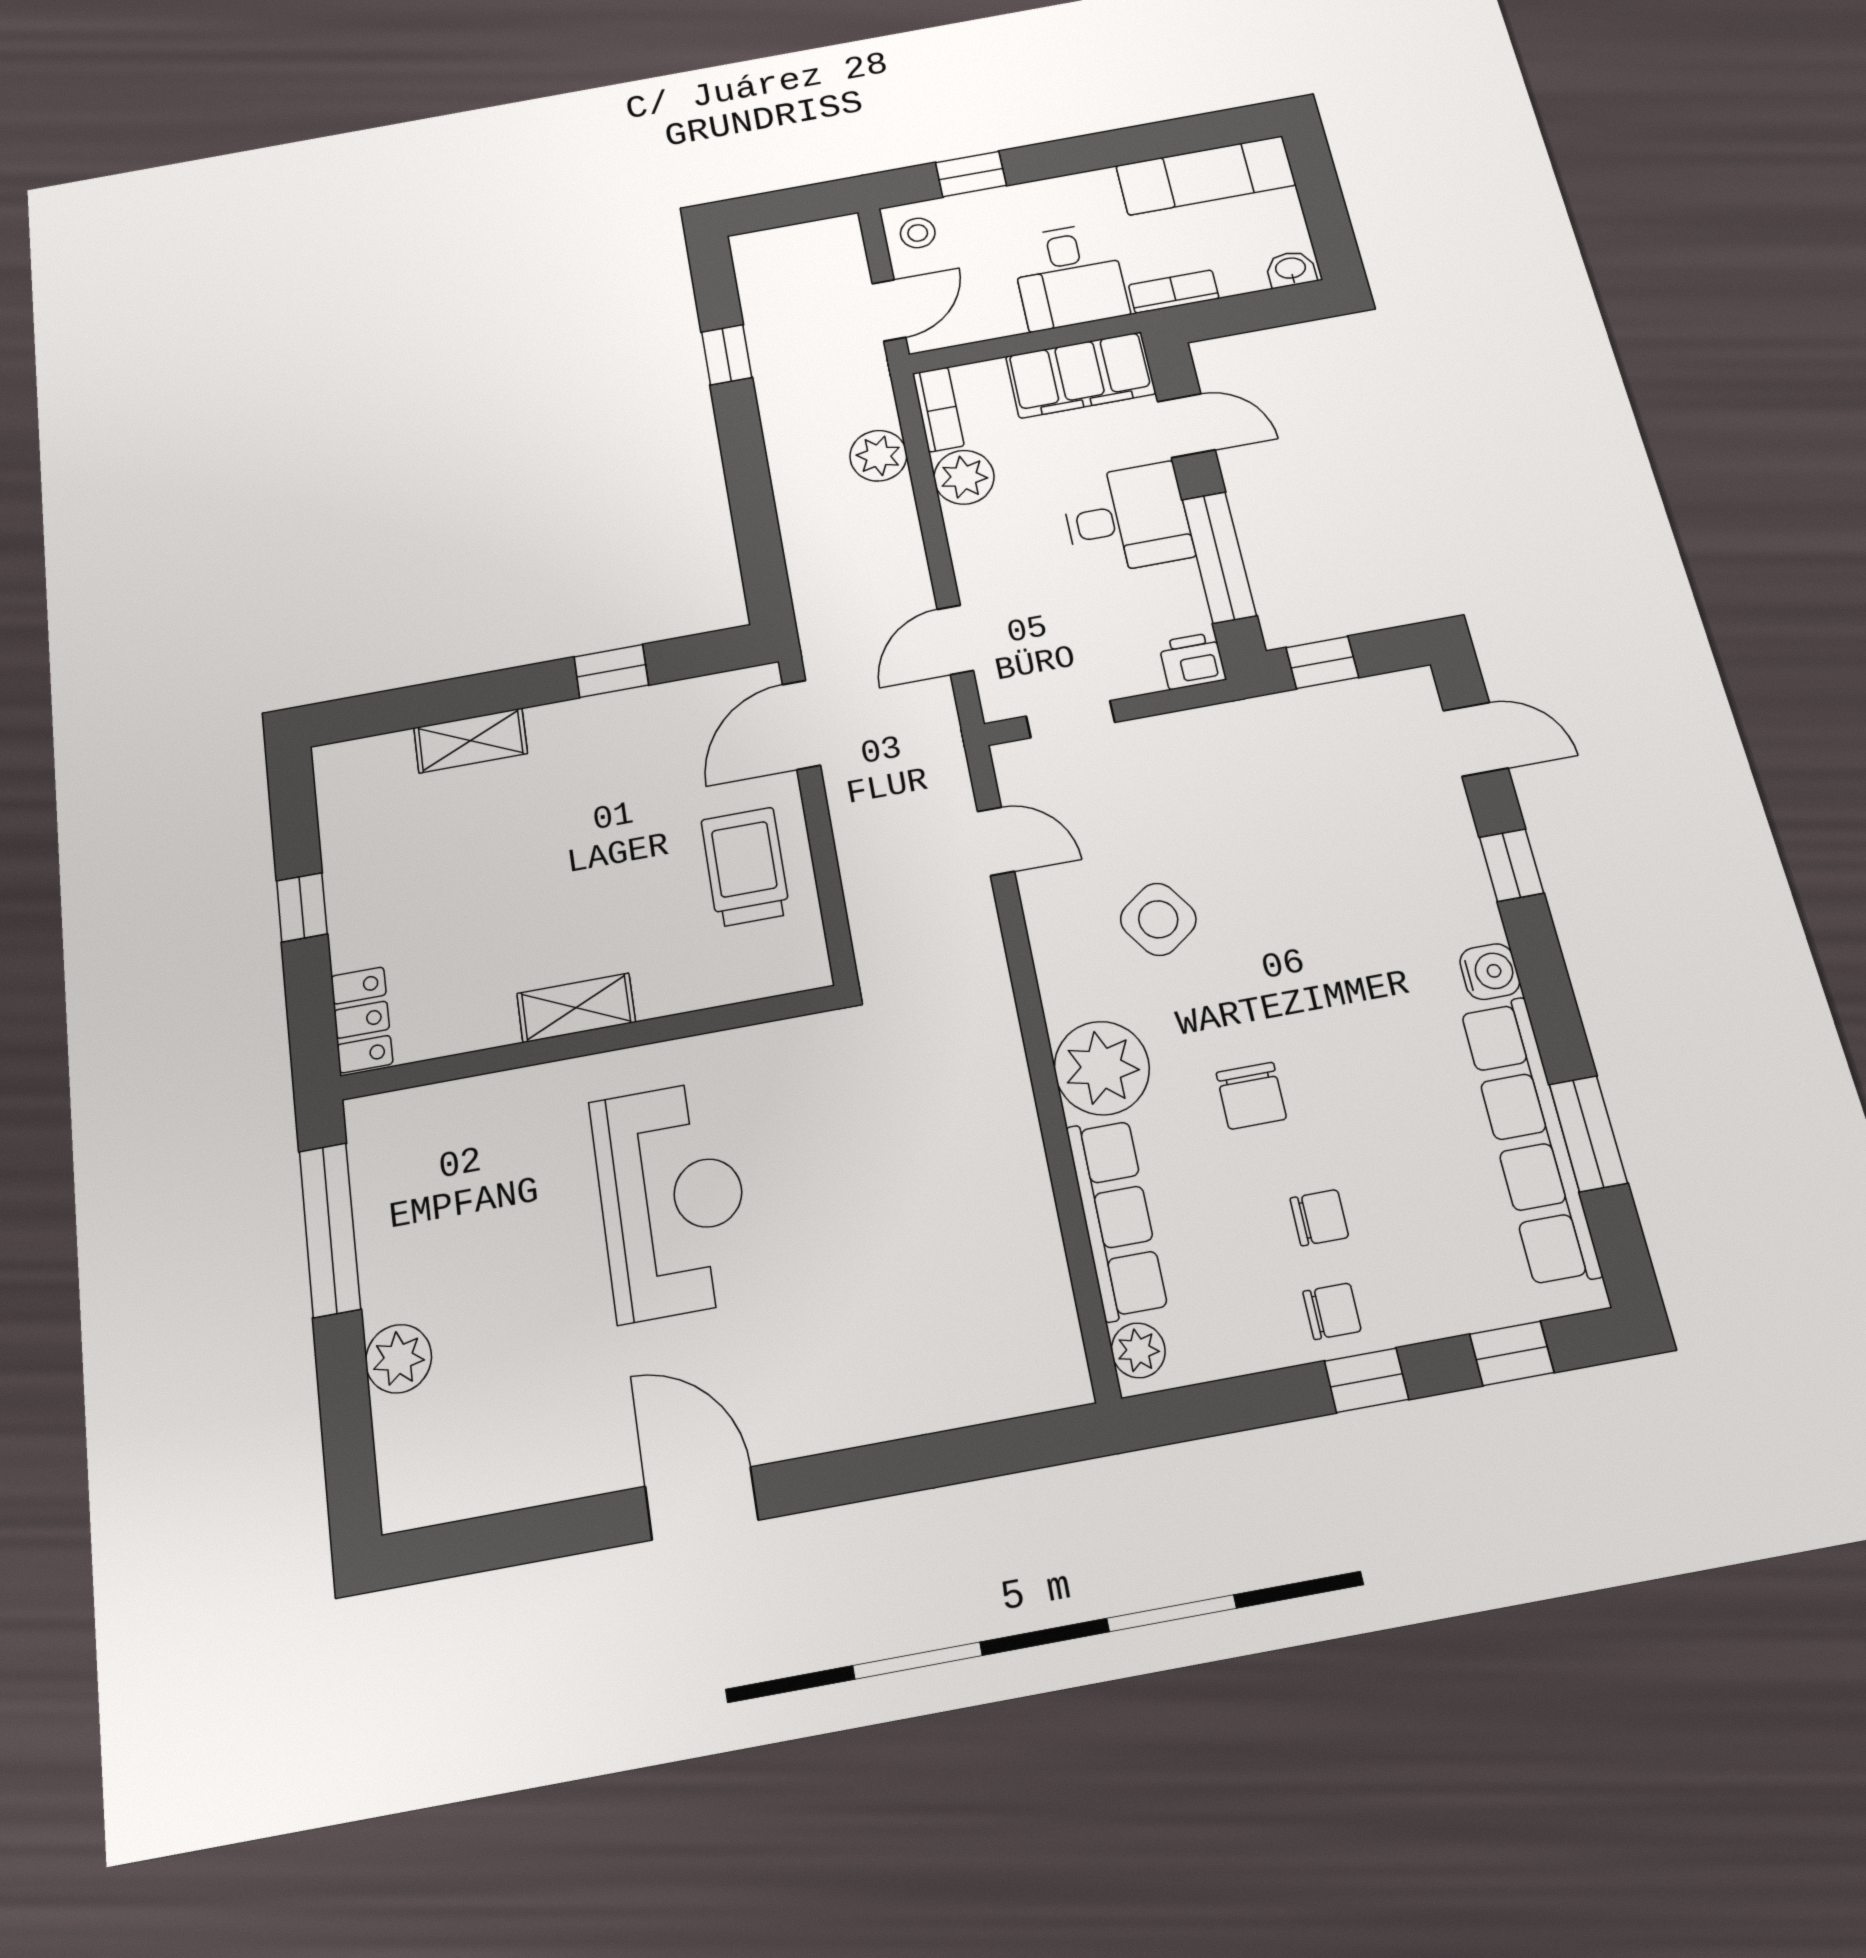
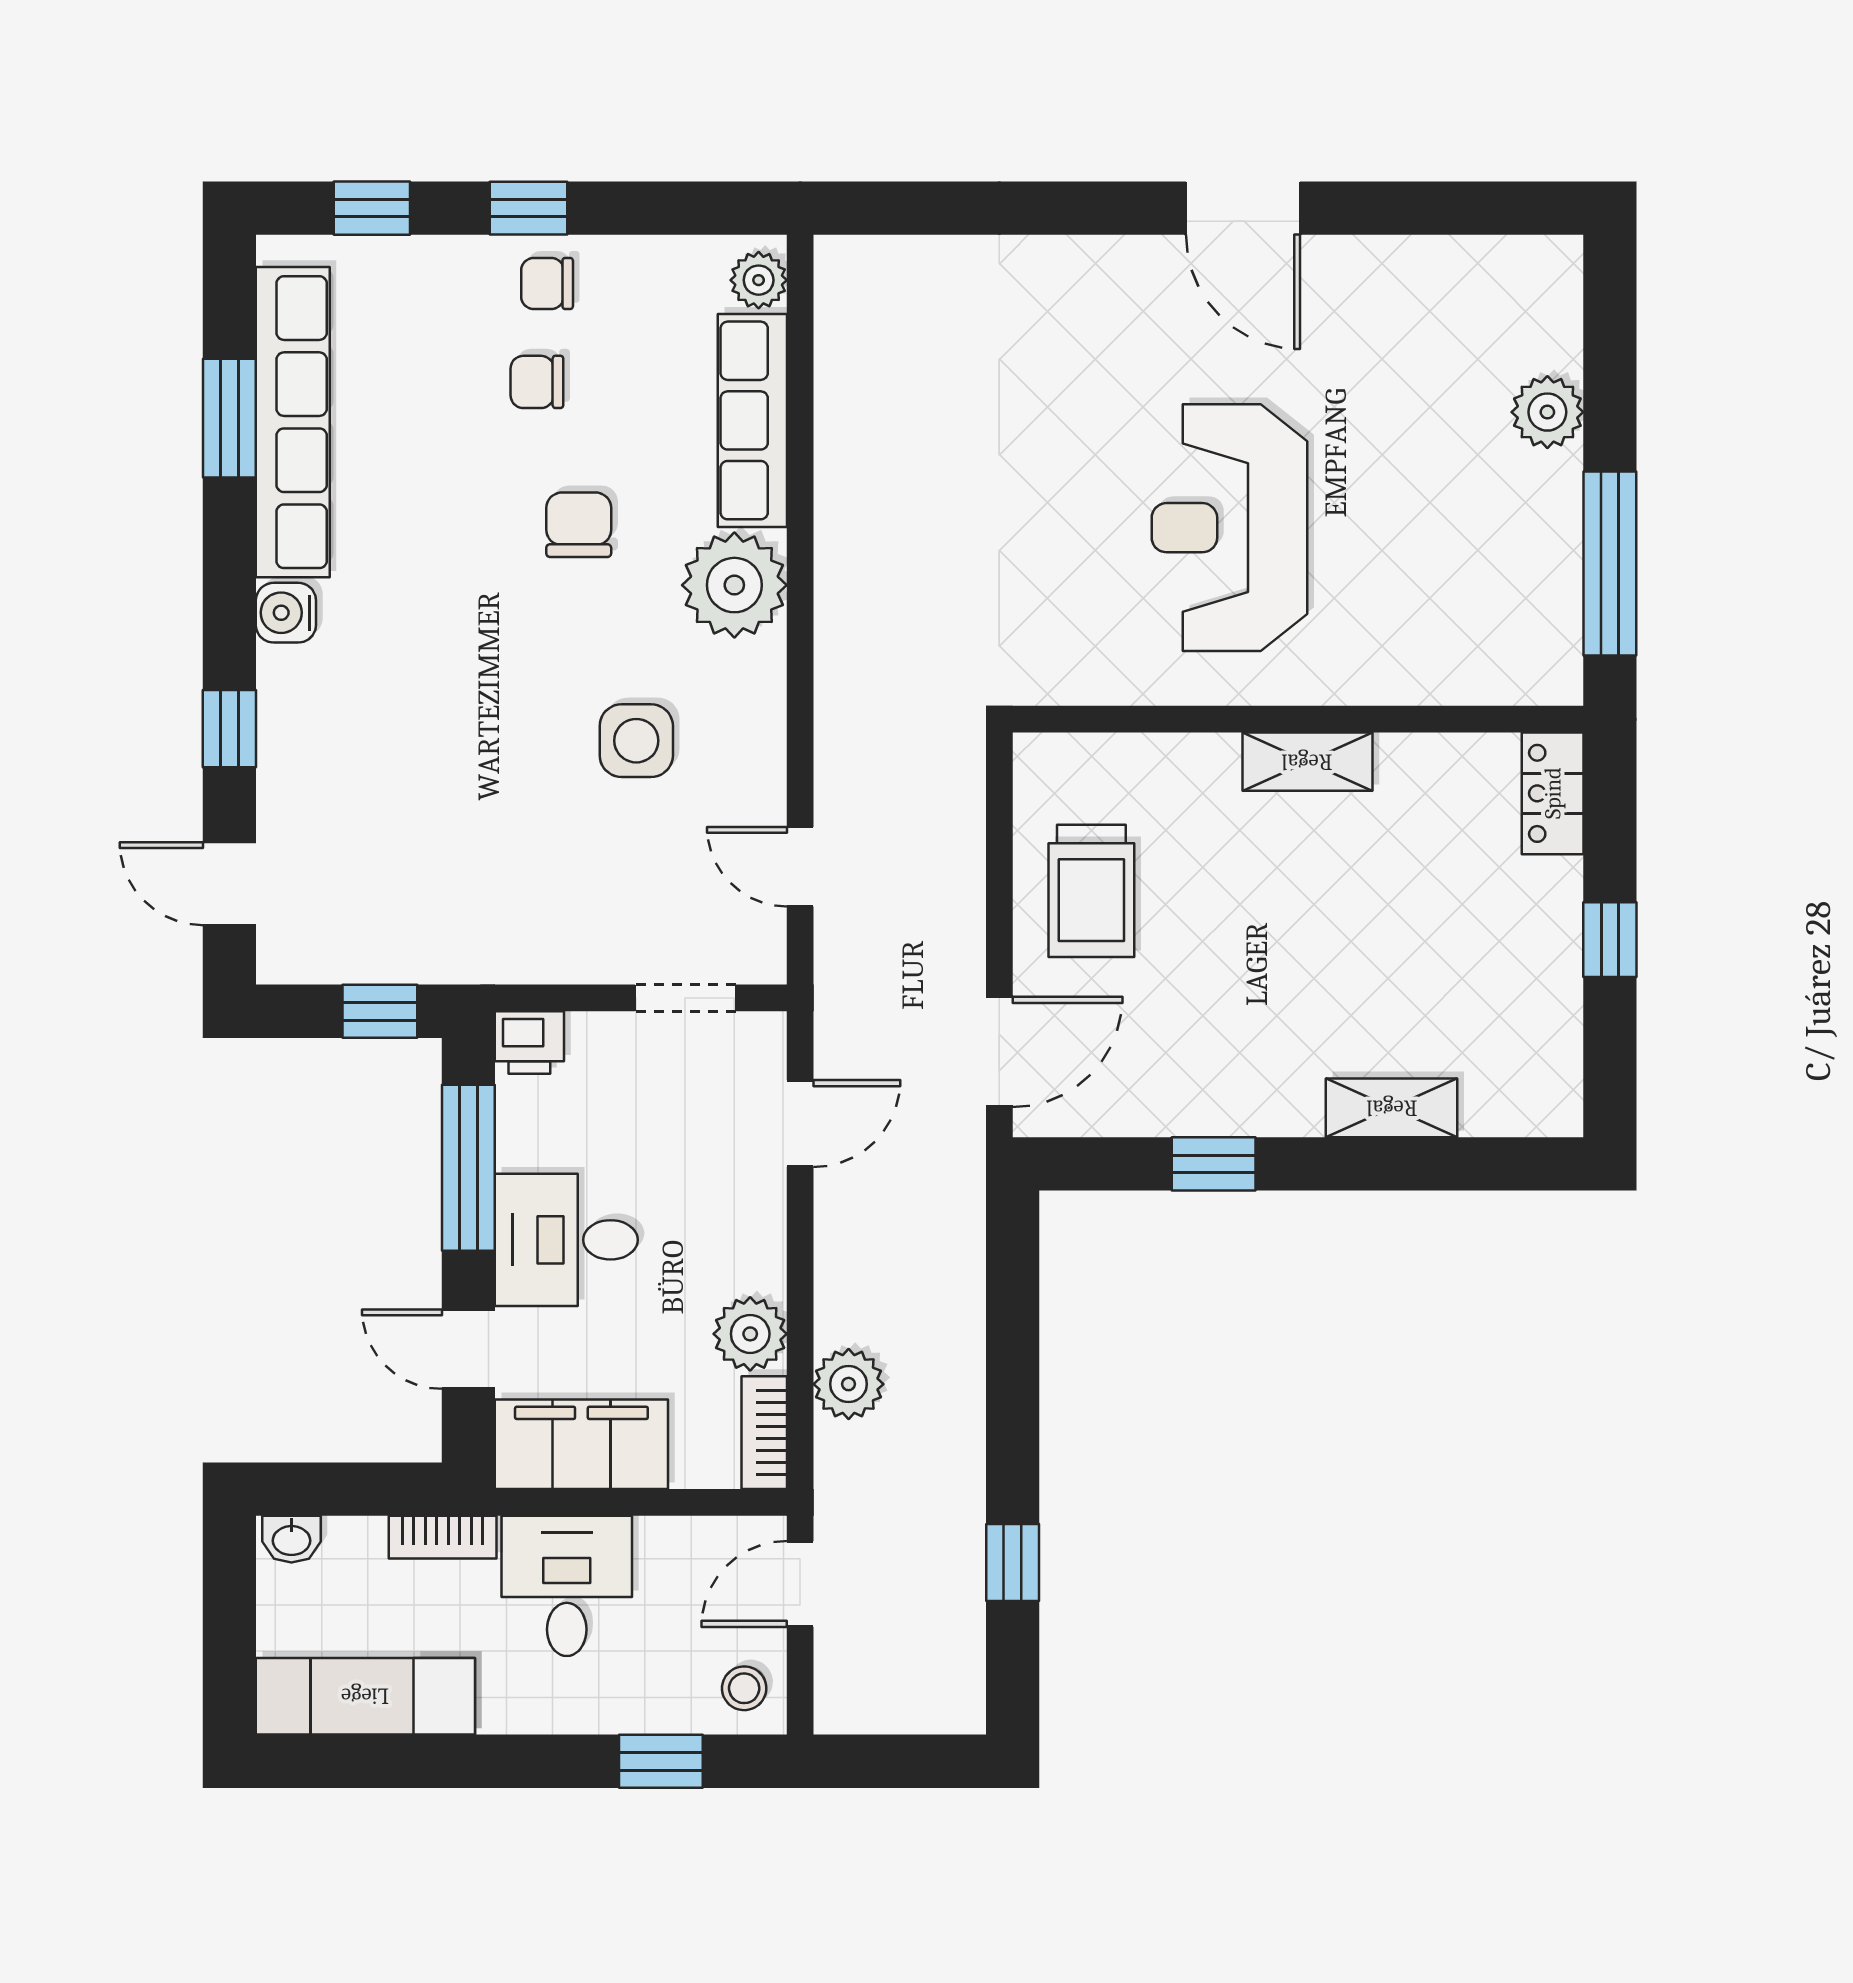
side table: (1158, 919) -> (636, 741), turned 35

